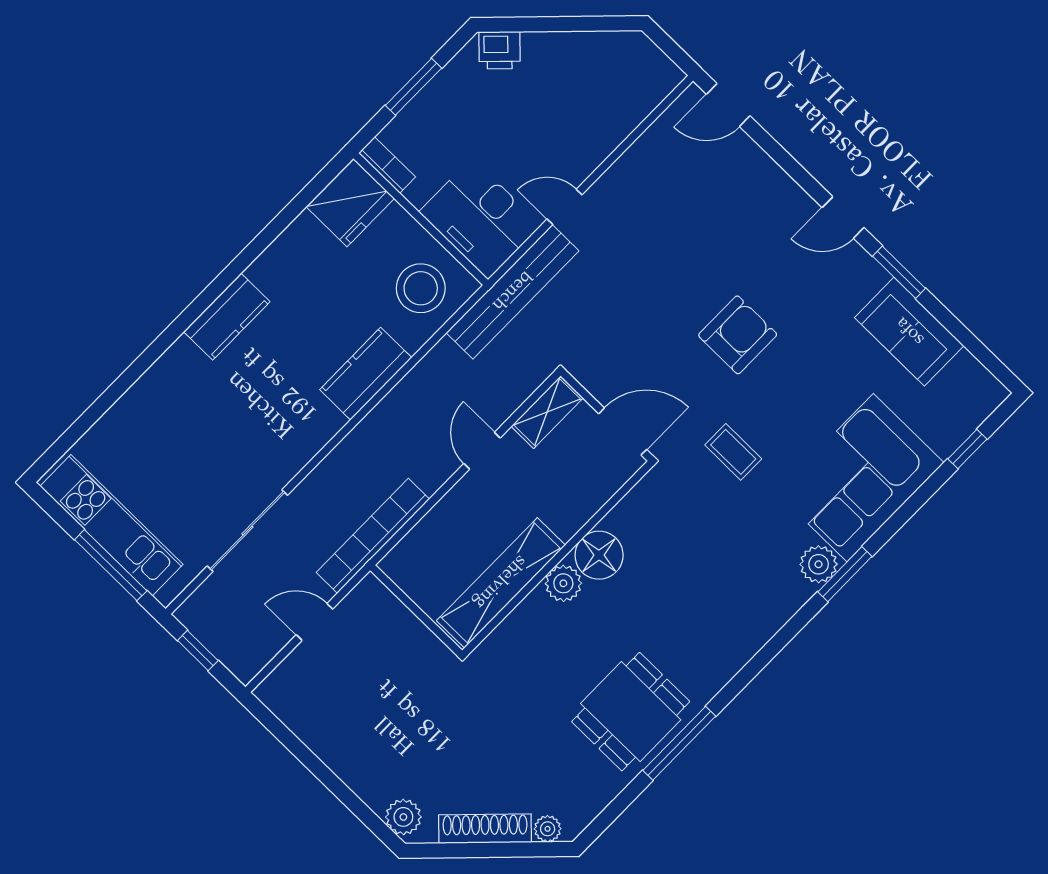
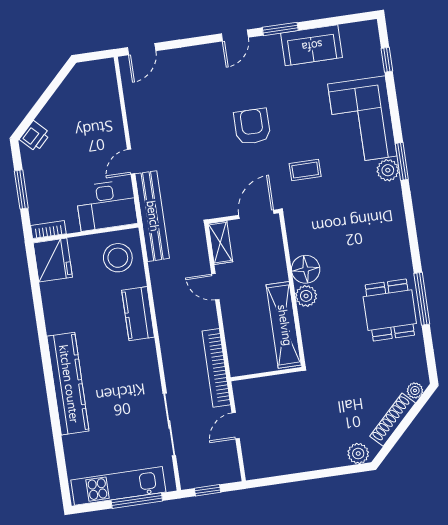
kitchen counter: (227, 317) -> (68, 384), width x2.08, depth x1.17

